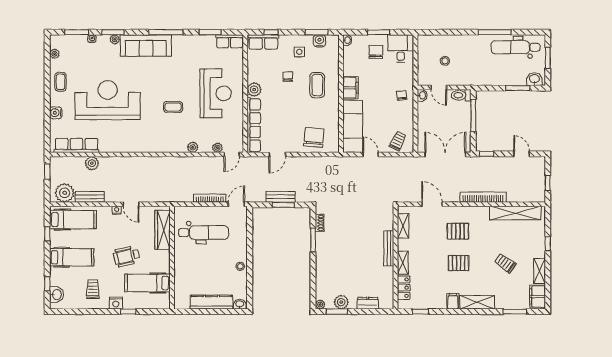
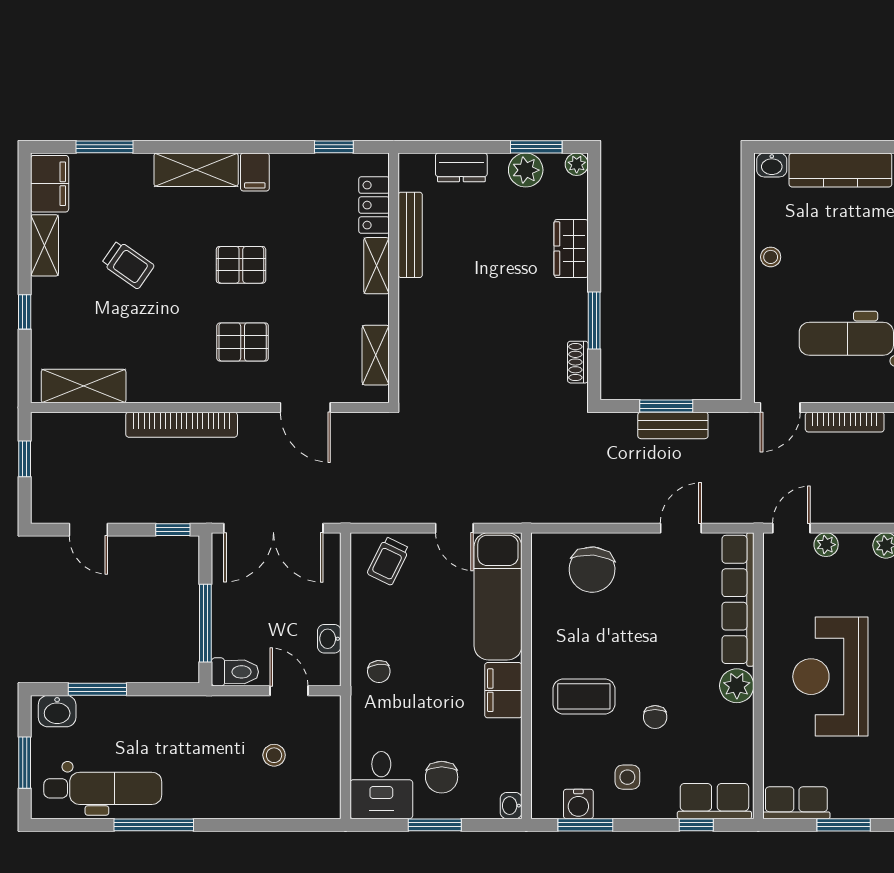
coffee table: (317, 85) -> (584, 696), turned 90
washbasin: (422, 95) -> (329, 639), moved
shelving: (515, 213) -> (84, 386), width x0.68
bench: (389, 248) -> (410, 235), moved
wardrobe: (322, 270) -> (571, 249), added

